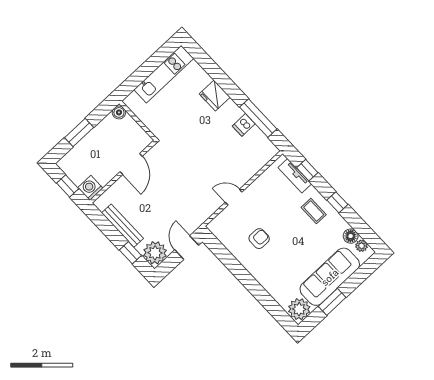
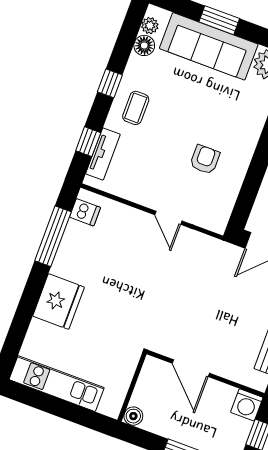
fridge: (215, 96) -> (59, 302), width x1.36, depth x1.34
dishwasher: (244, 125) -> (85, 212), moved
door: (131, 164) -> (191, 368), swing flipped
armchair: (259, 239) -> (205, 160), turned 90
window: (332, 302) -> (219, 20), moved

